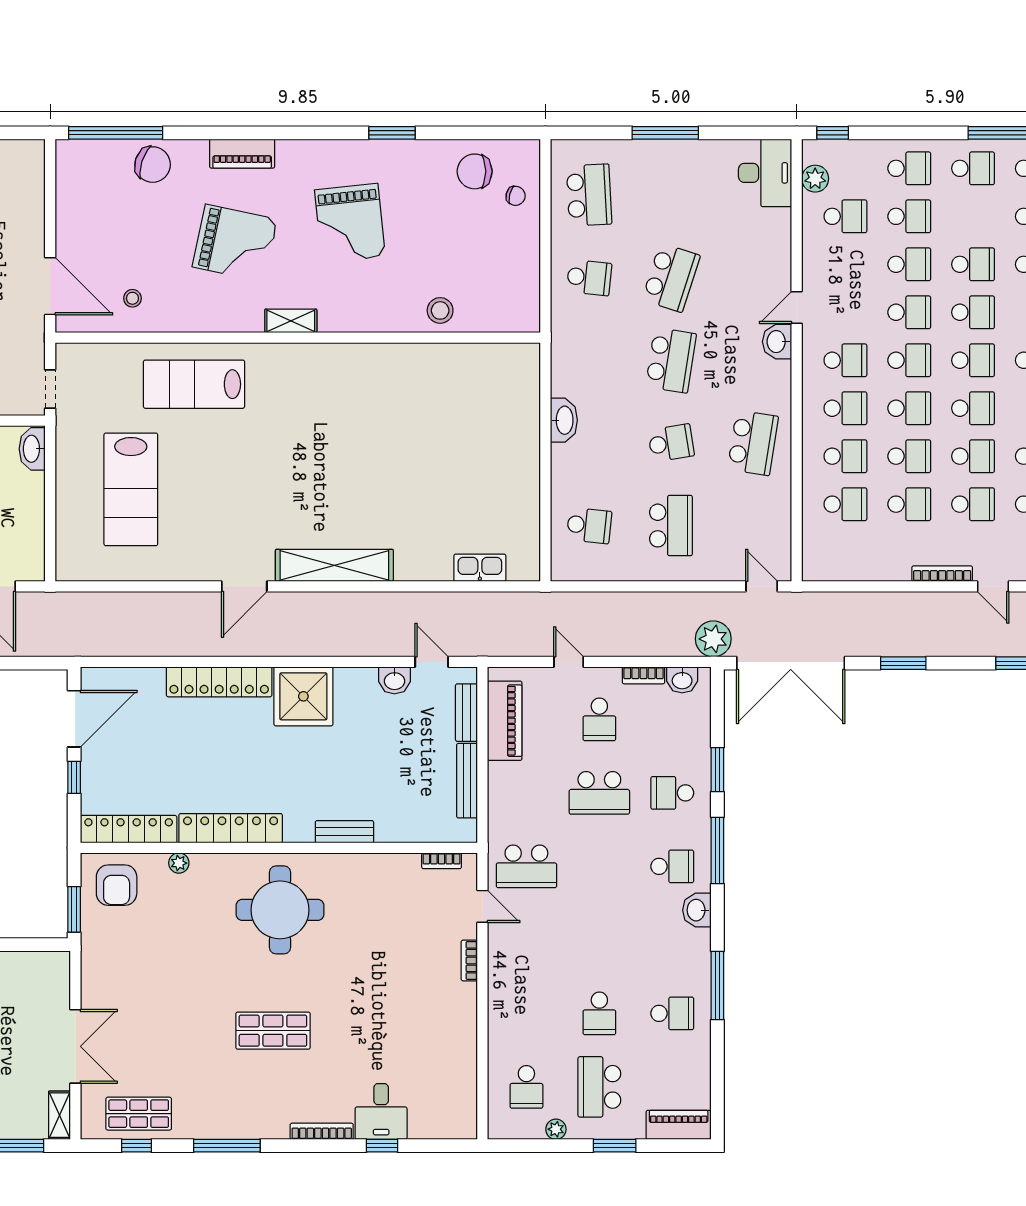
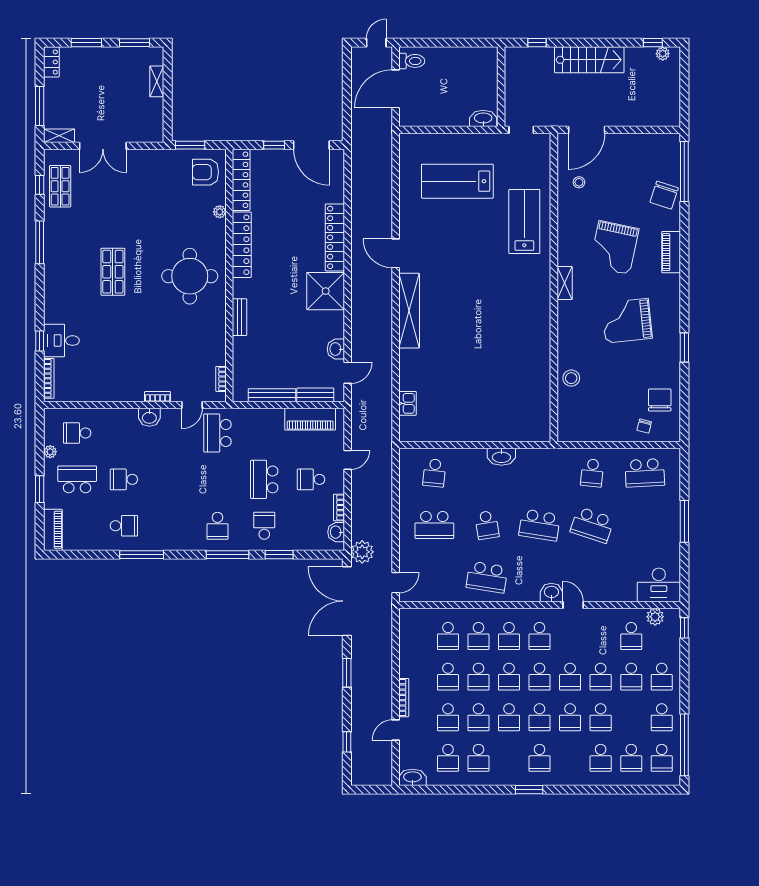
kitchen sink: (480, 568) -> (407, 403), width x0.73
washbasin: (697, 910) -> (149, 417), moved, turned 180
school desk: (672, 1013) -> (124, 526), turned -90
bookcase: (322, 1131) -> (49, 378), moved

